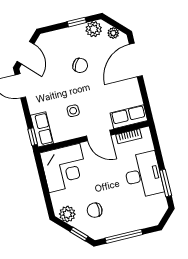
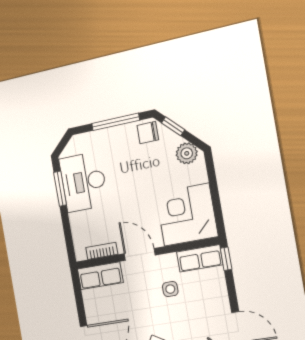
row of seats: (42, 129) -> (200, 258), moved, turned -90
desk: (143, 175) -> (83, 182), moved
chair: (95, 210) -> (148, 133), moved, turned 180

